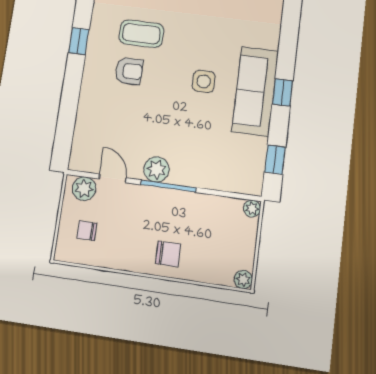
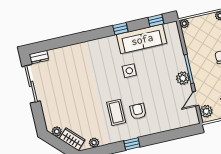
sofa: (255, 91) -> (142, 39), moved

